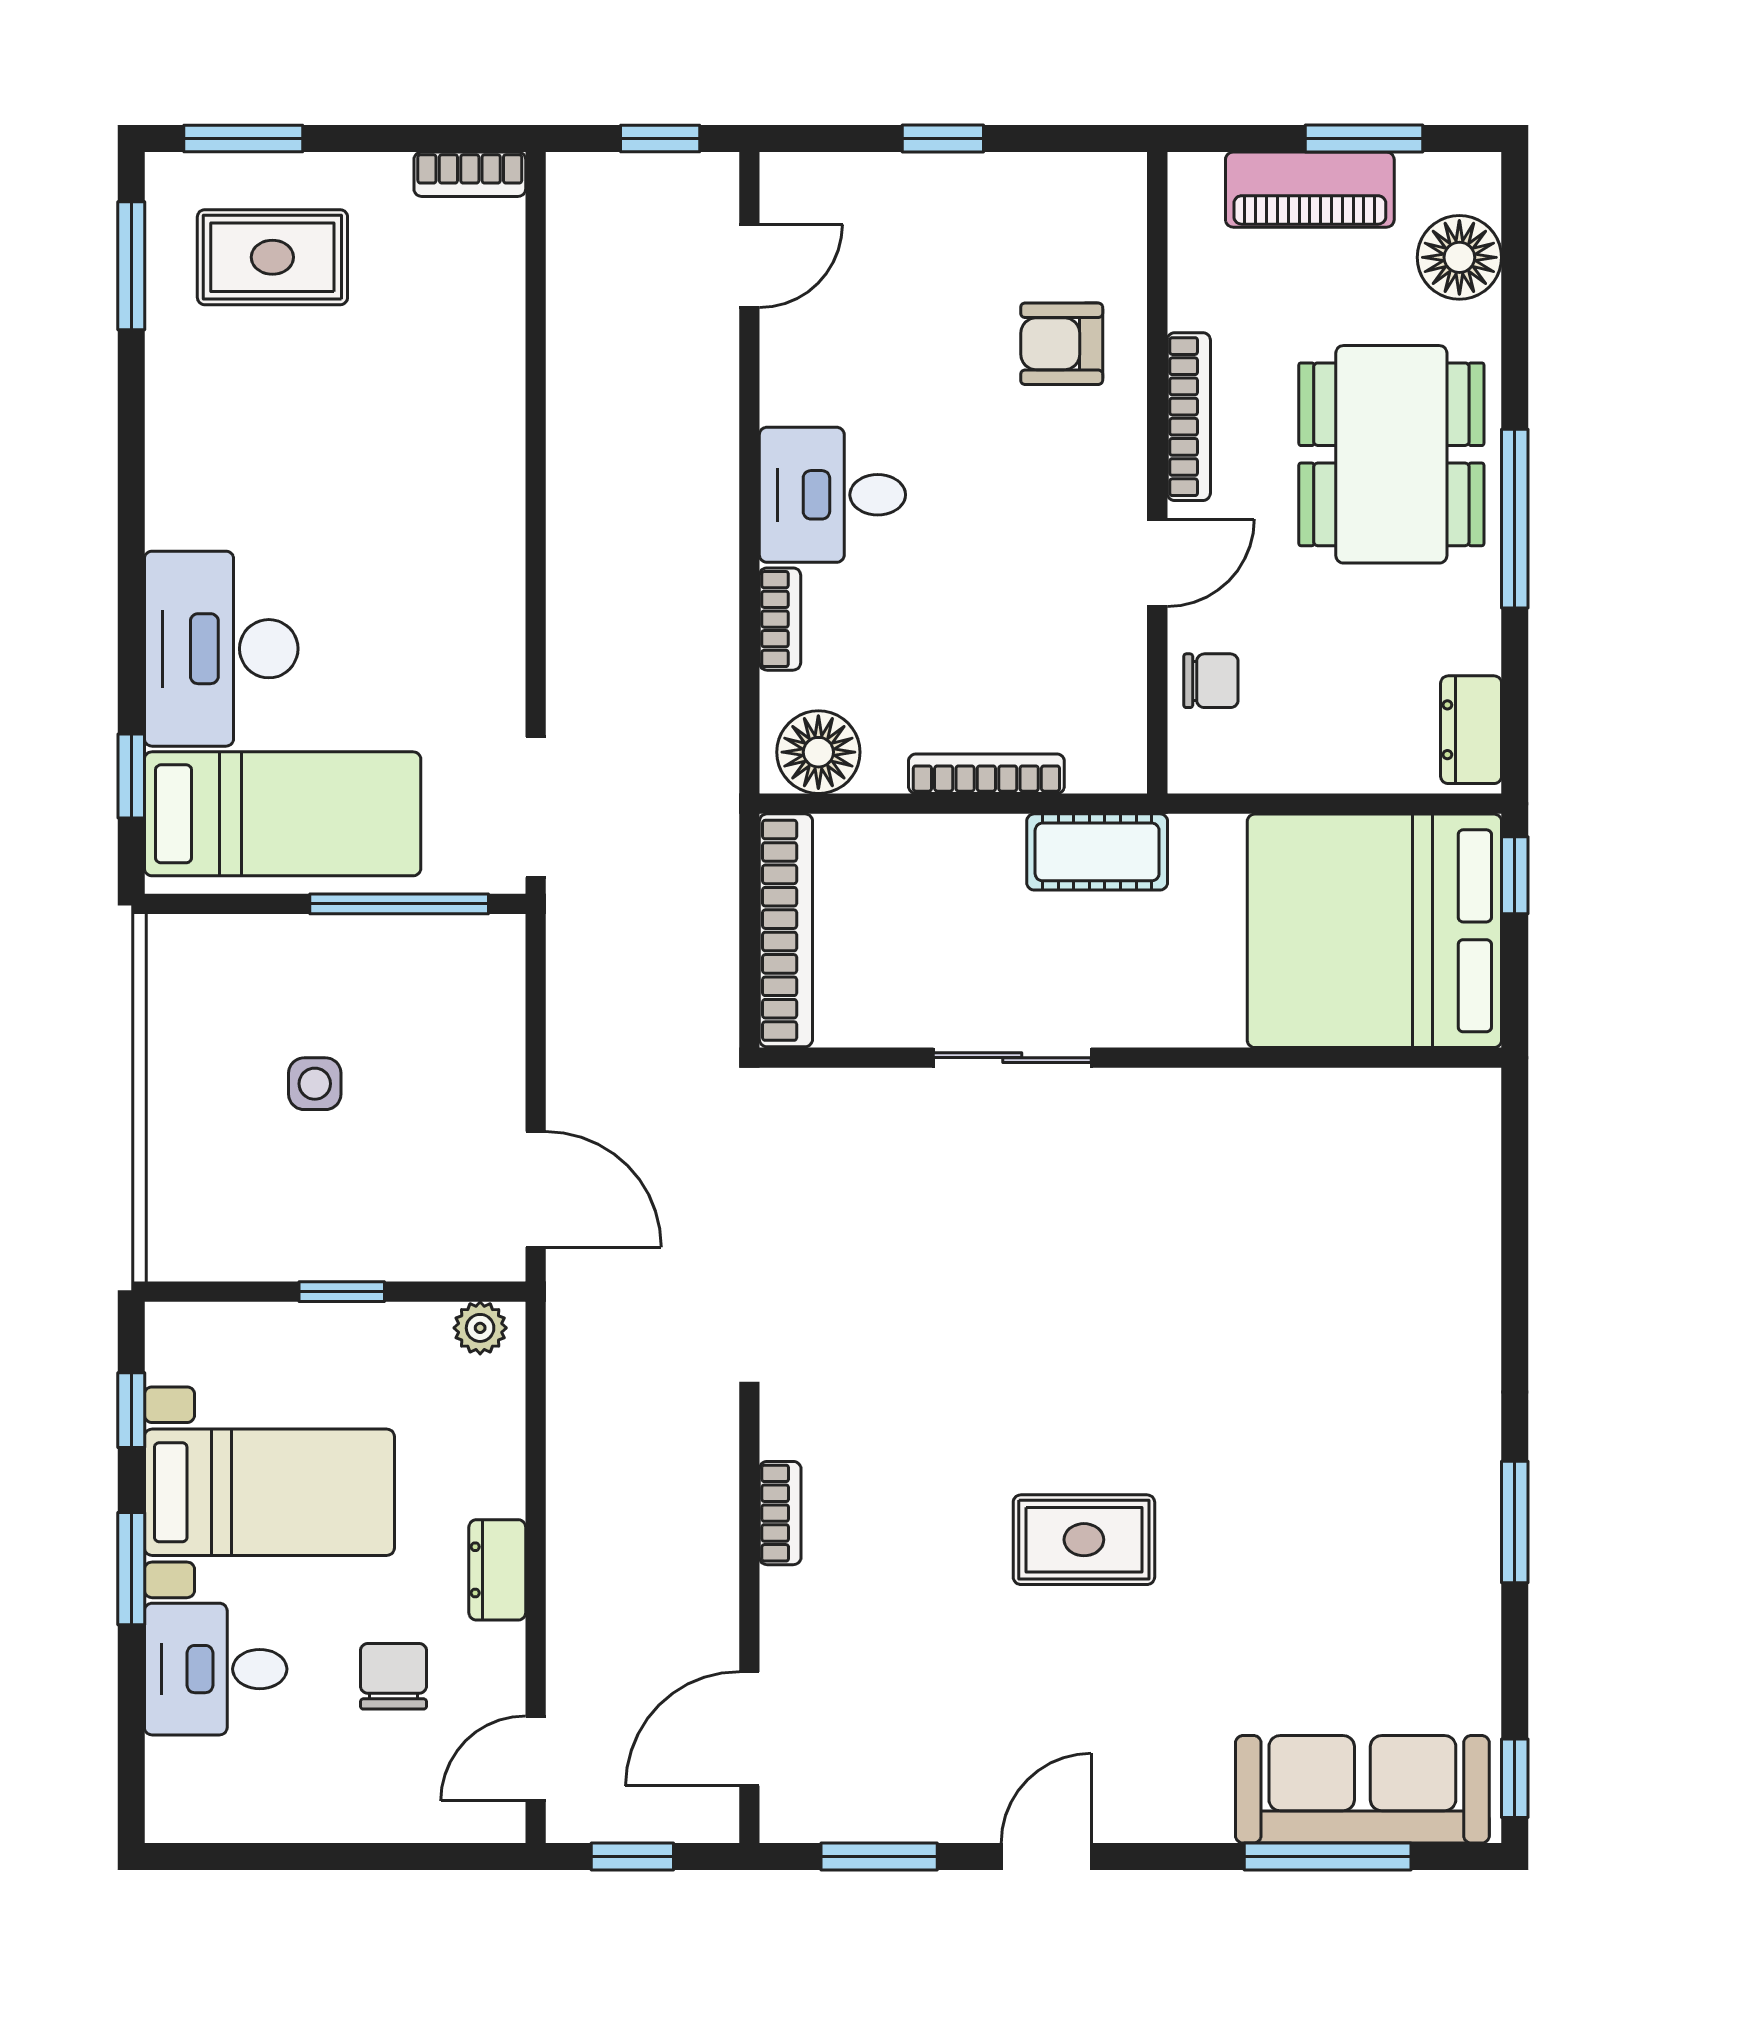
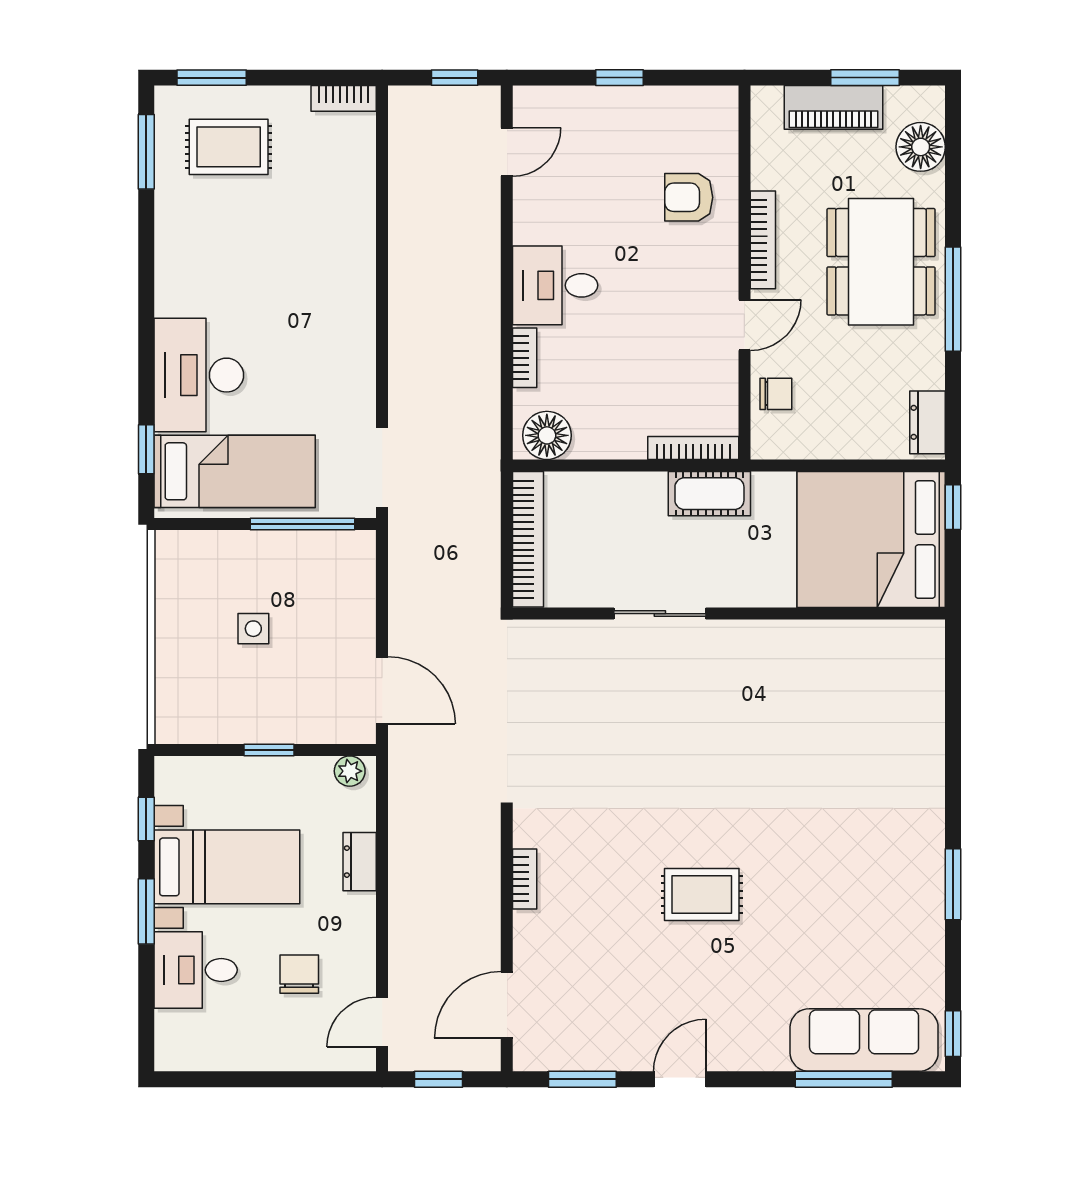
bookcase: (986, 774) -> (693, 448), moved
dresser: (497, 1570) -> (360, 862), moved

